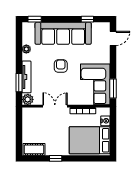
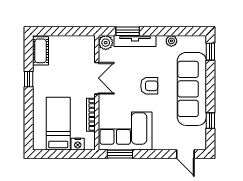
bed: (90, 140) -> (58, 124), width x0.67

